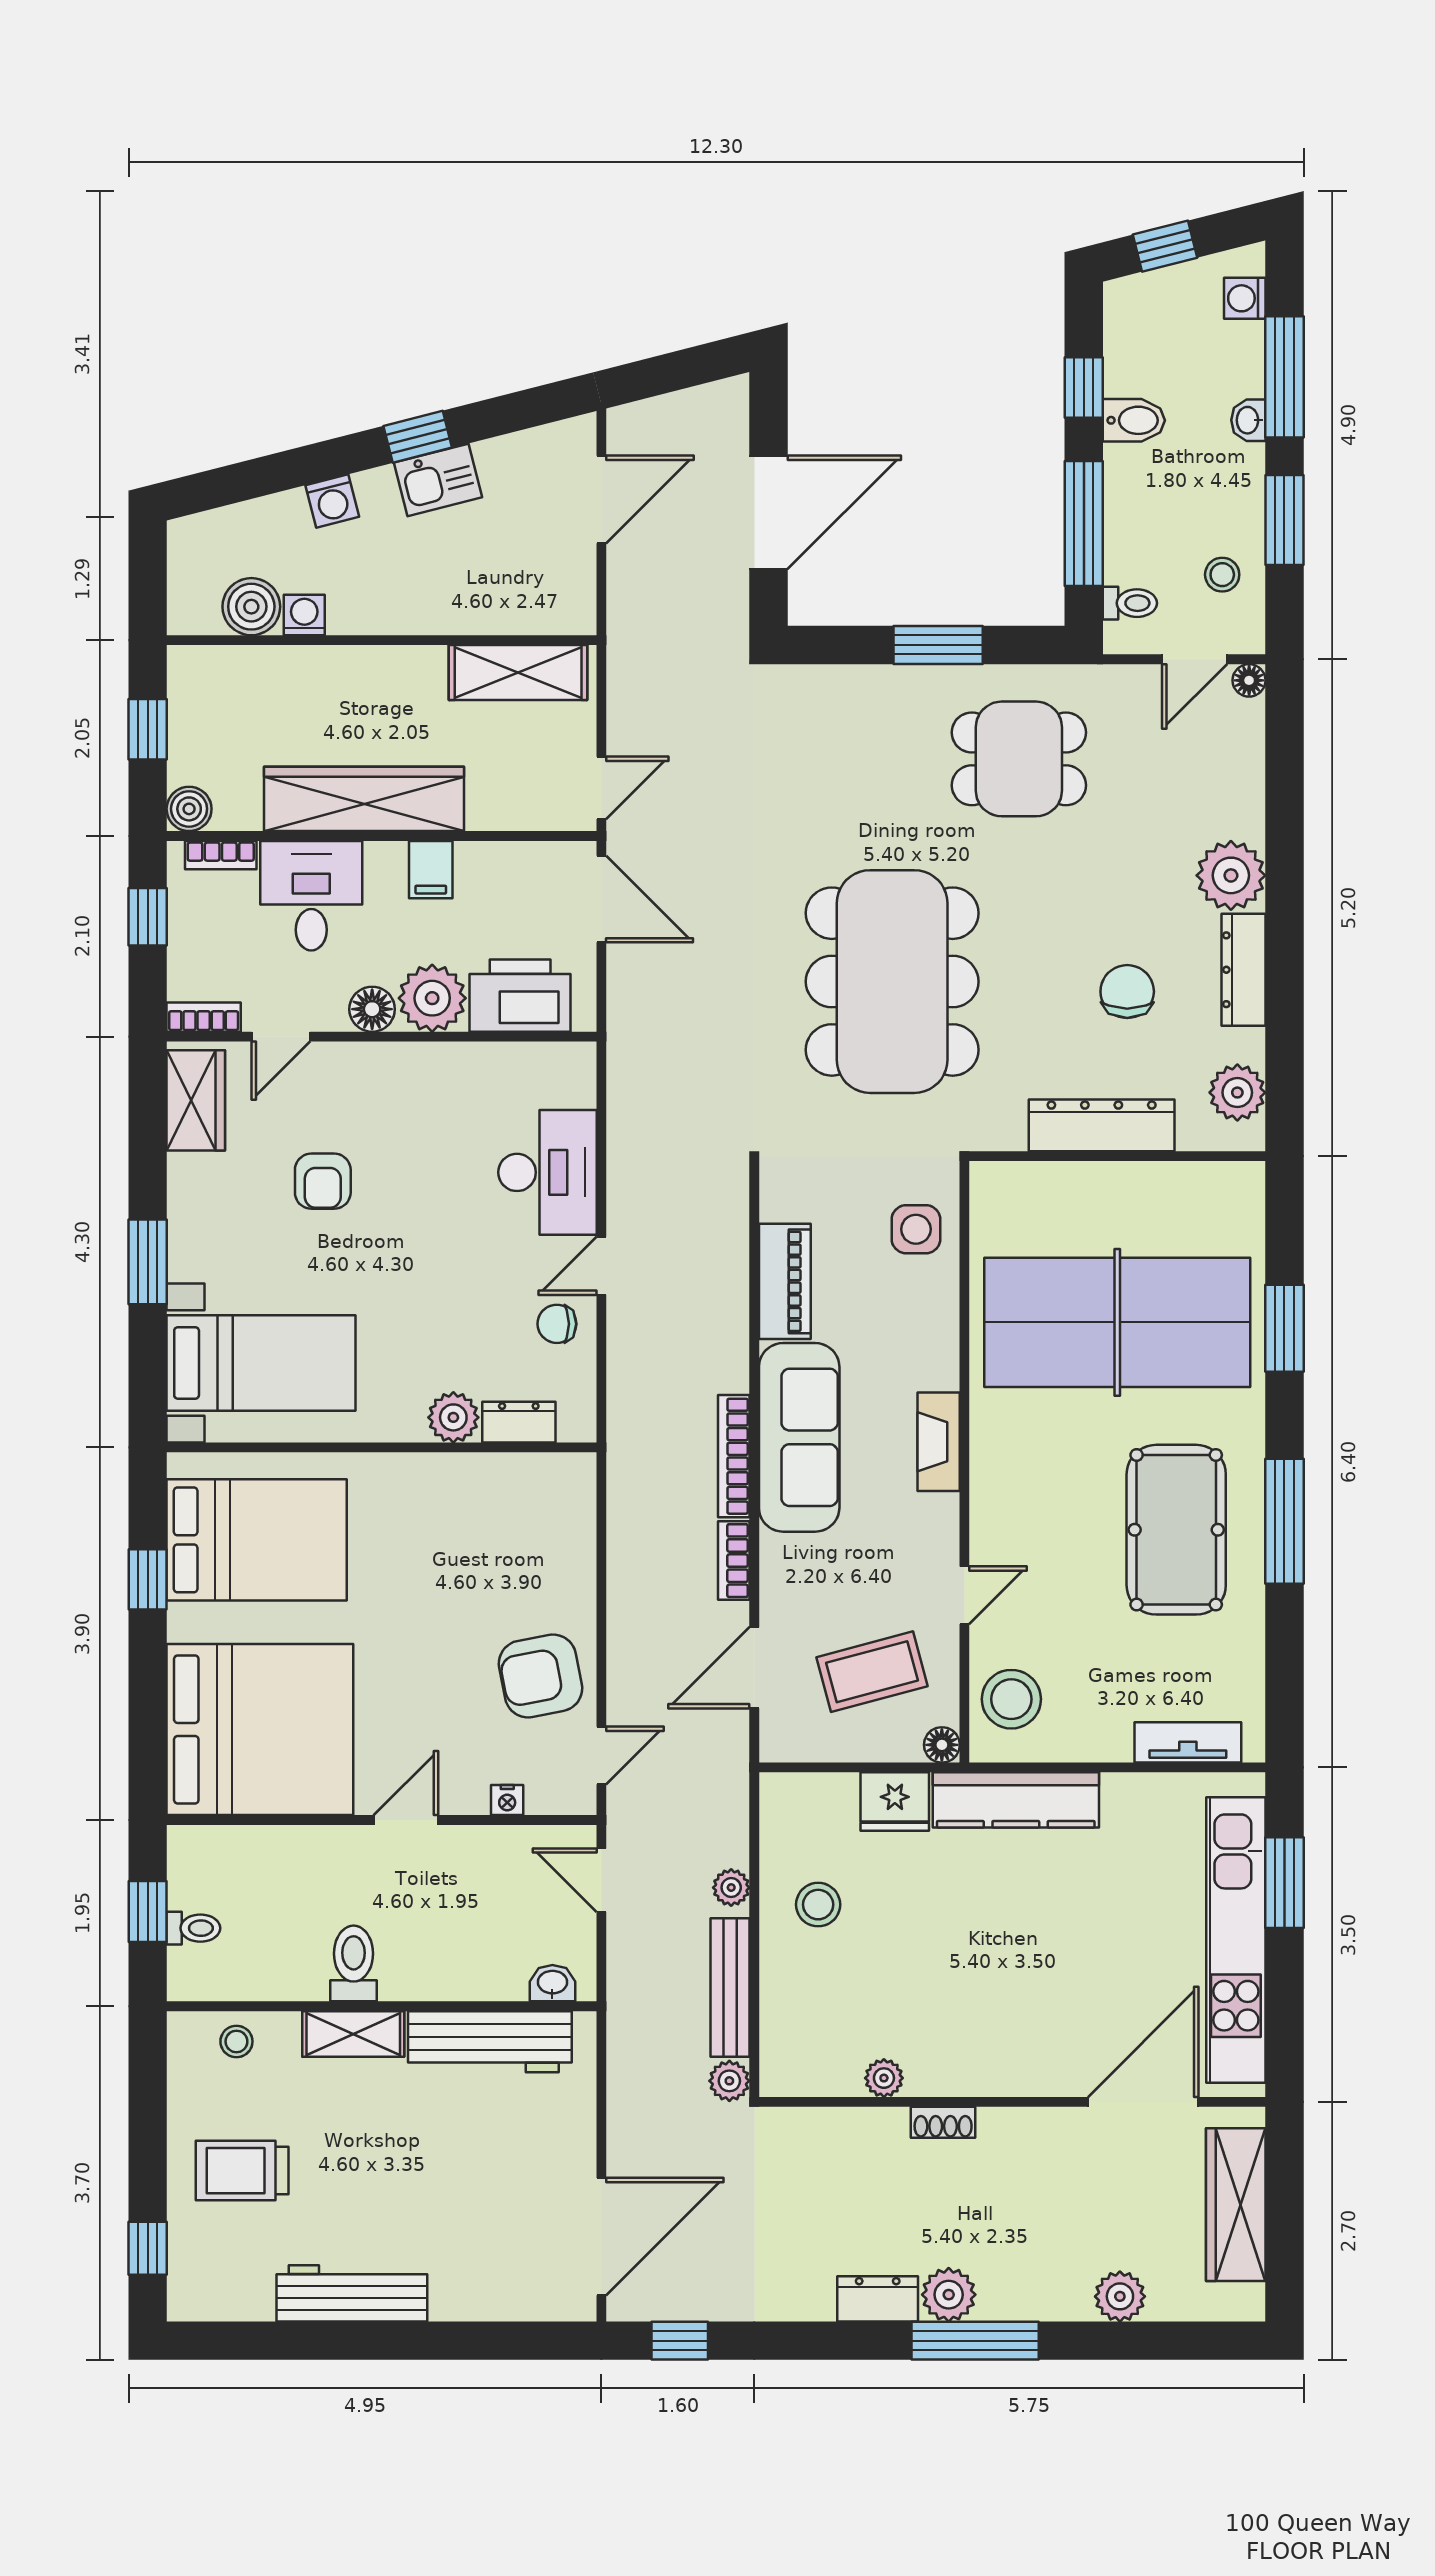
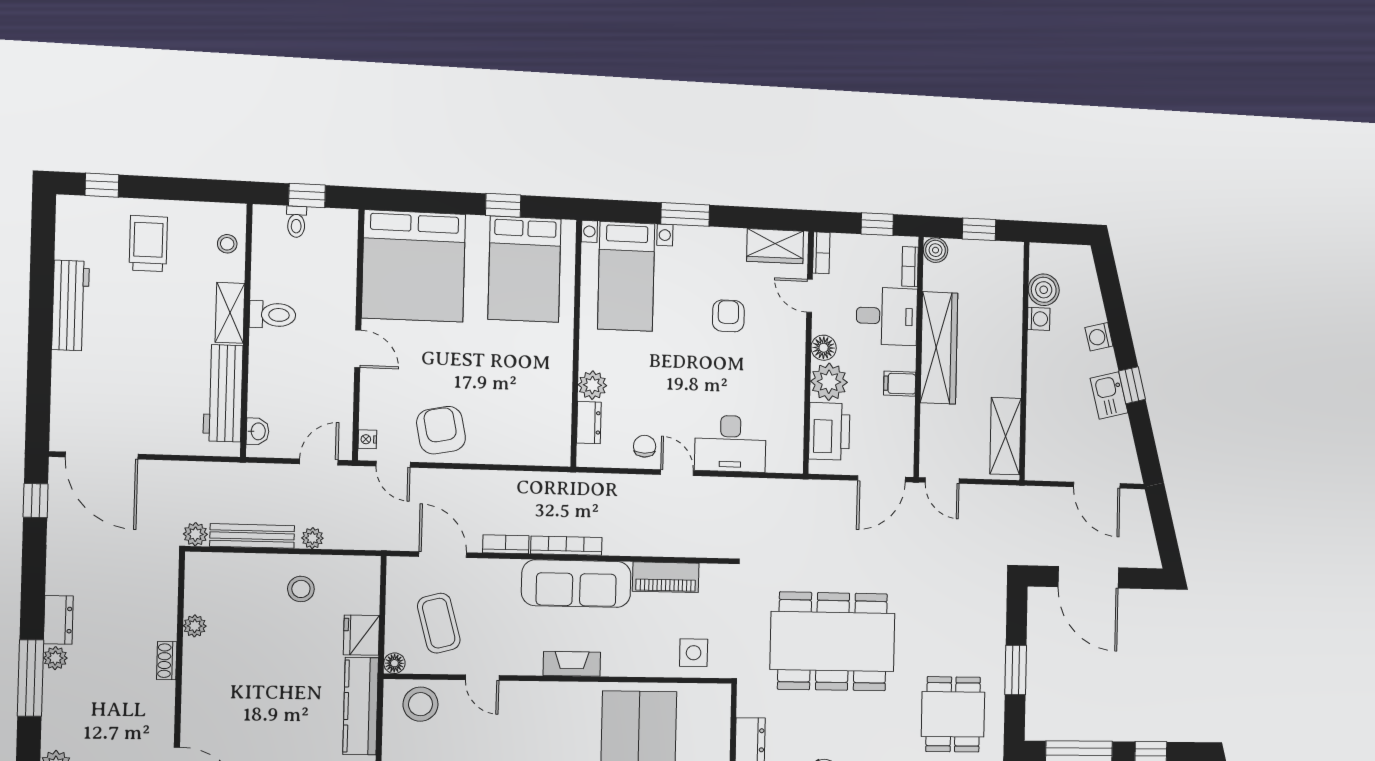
armchair: (323, 1181) -> (728, 316), turned 90
nightstand: (507, 1800) -> (367, 439), moved
plant: (949, 2295) -> (55, 658), width x0.73, depth x0.73

